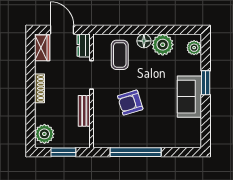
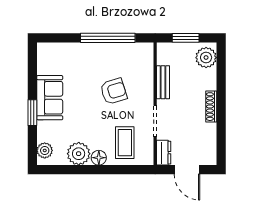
wardrobe: (42, 48) -> (208, 150), removed

